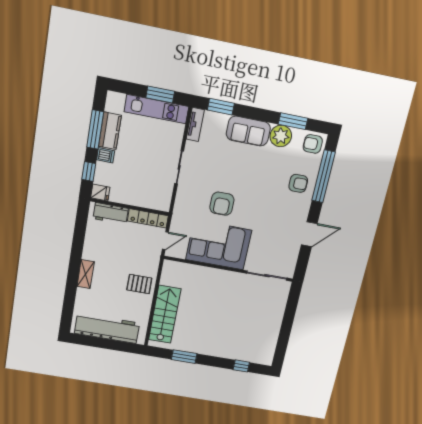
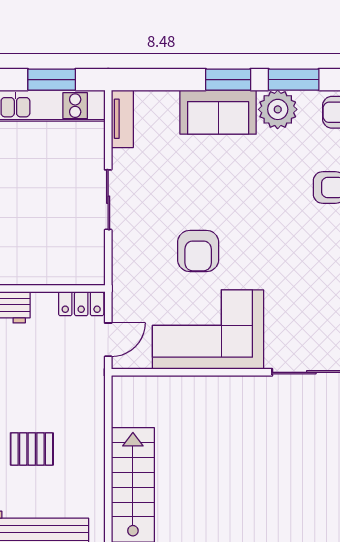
window: (221, 107) -> (228, 80), moved
locker: (148, 218) -> (81, 304), width x0.66
pallet: (139, 284) -> (32, 449), moved

